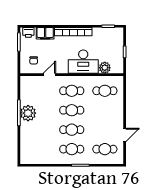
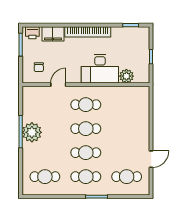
cafe table: (105, 91) -> (45, 177), moved

